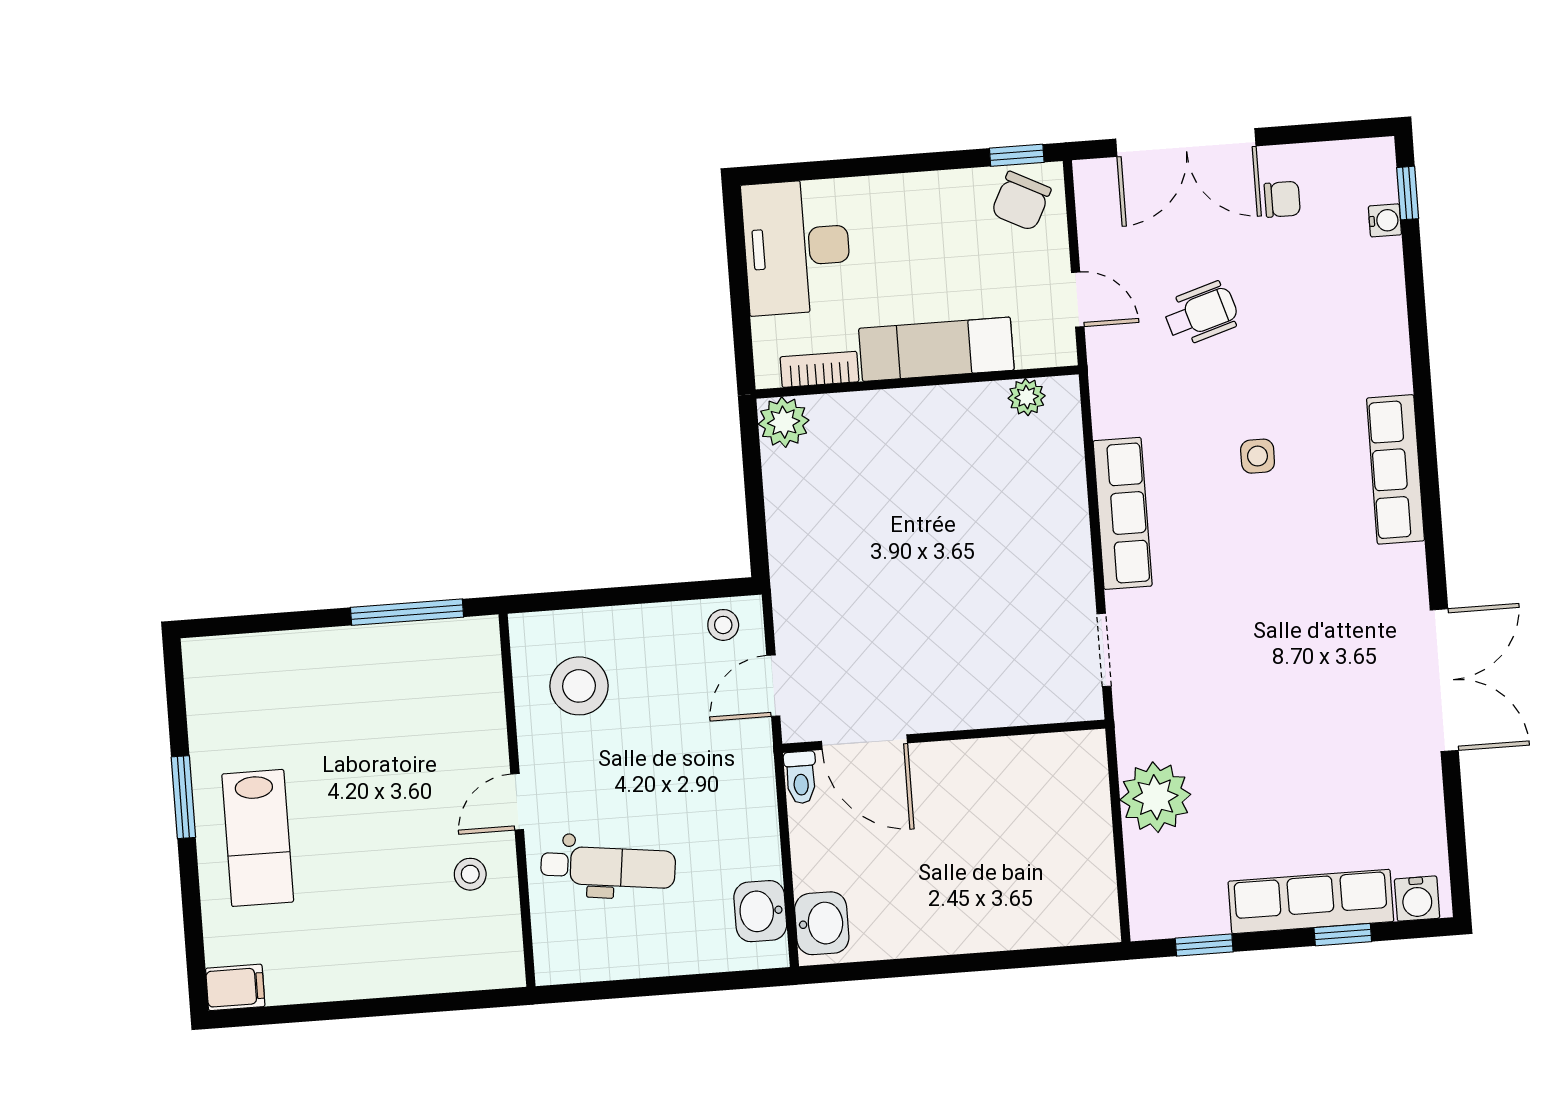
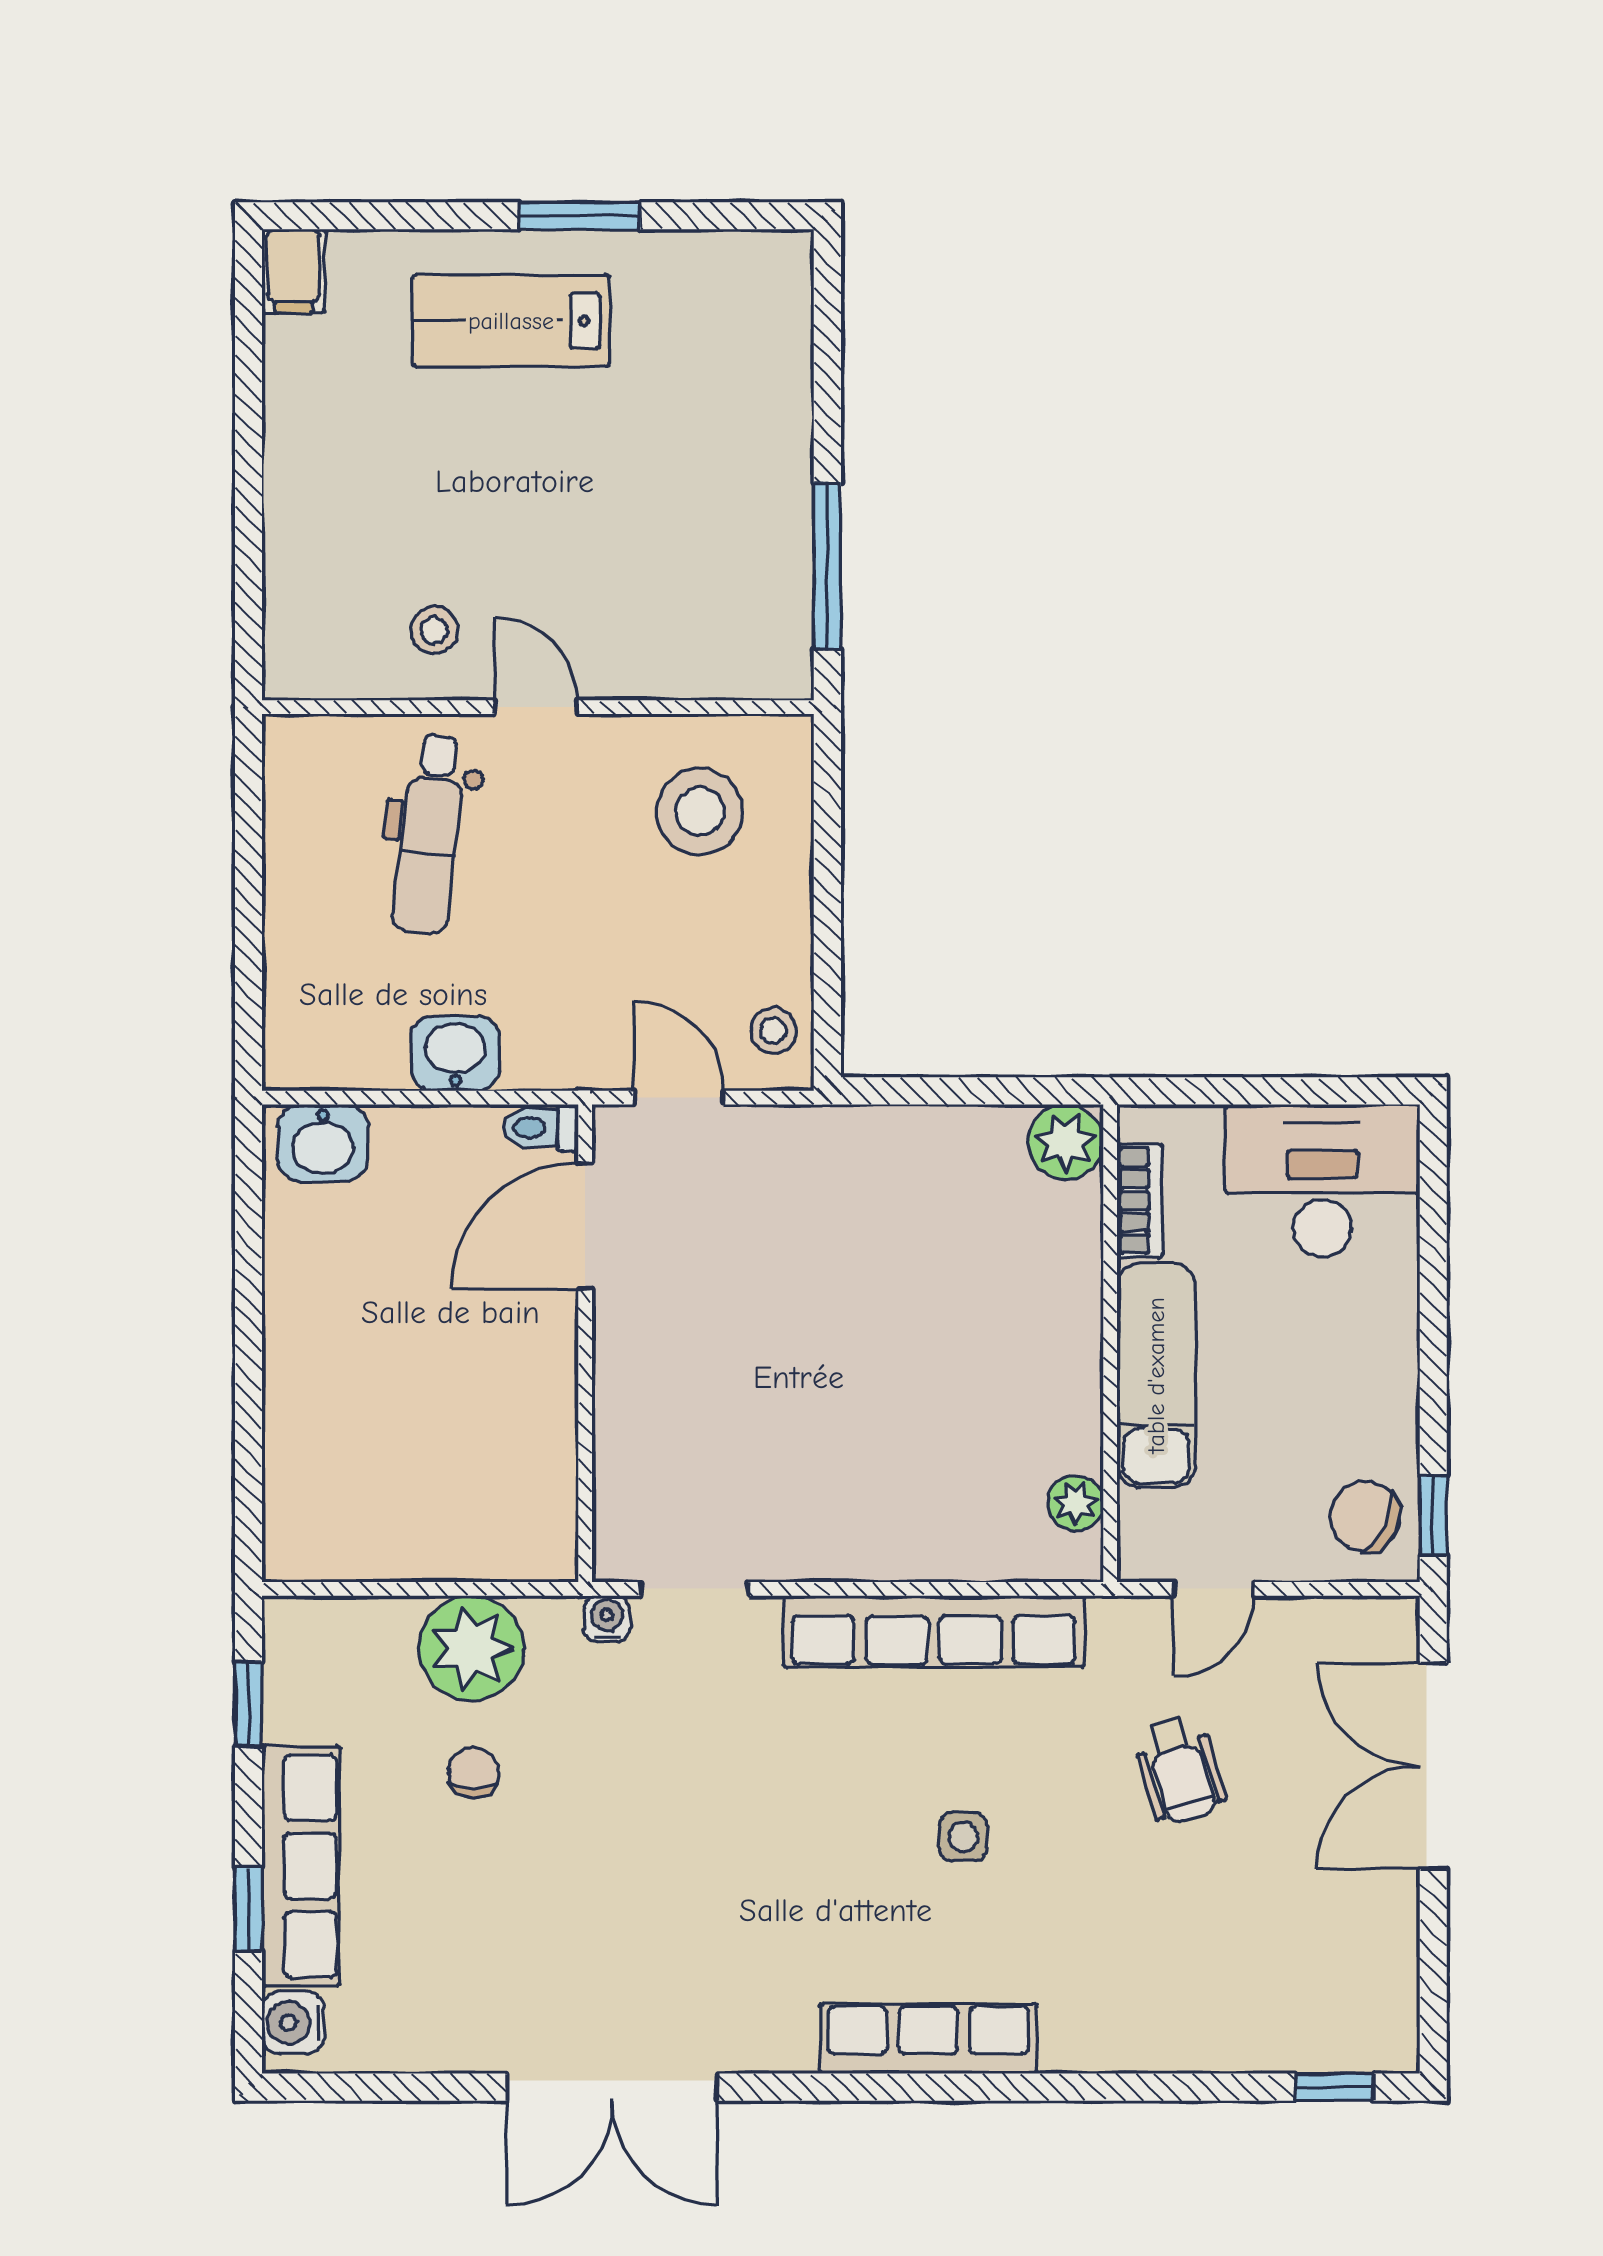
chair: (1282, 199) -> (474, 1773), moved, turned 180
water cooler: (1385, 220) -> (607, 1619), moved, turned 180
row of seats: (1123, 513) -> (934, 1631), width x1.36
washbasin: (760, 911) -> (455, 1053), moved

